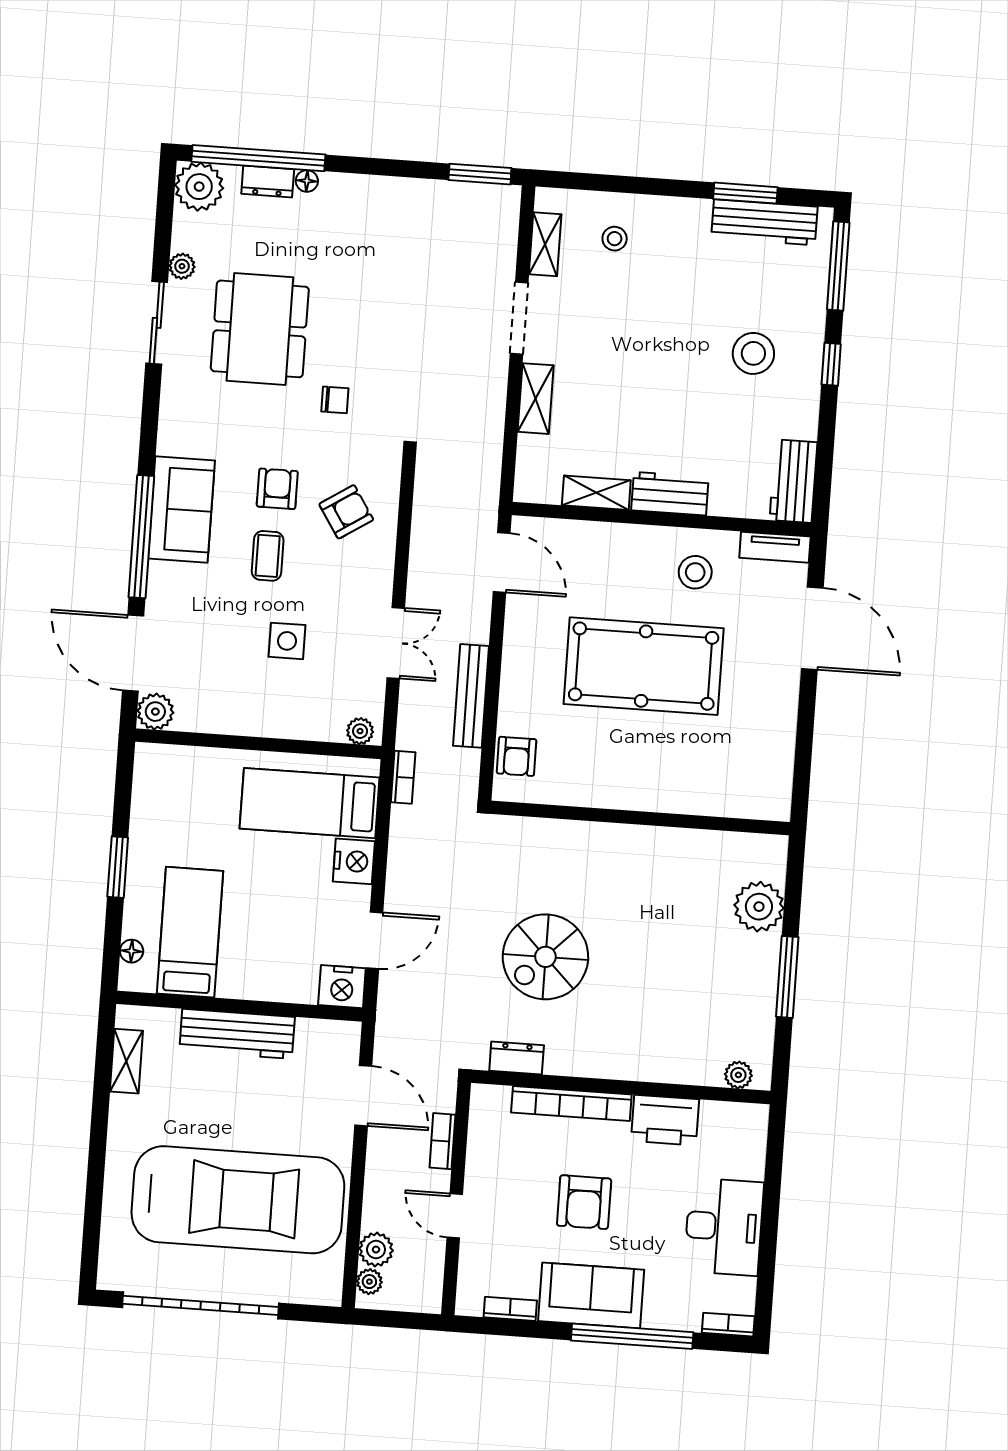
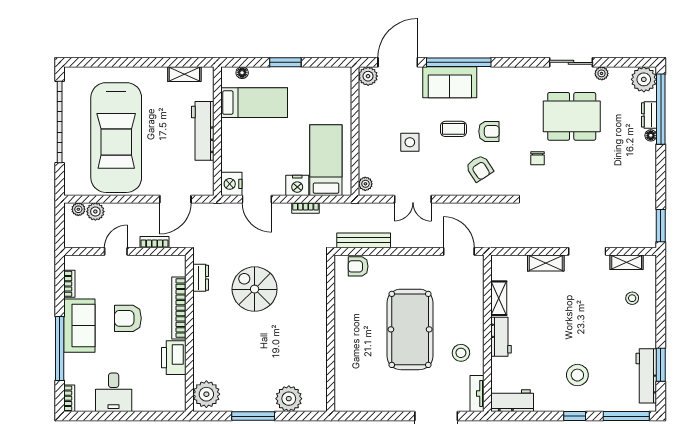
sofa: (181, 510) -> (450, 82), moved
door: (502, 562) -> (459, 251), swing flipped
bench: (471, 696) -> (364, 240), moved
bookcase: (403, 777) -> (306, 208), moved
plant: (738, 1075) -> (206, 394), width x1.87, depth x1.87
desk: (724, 1227) -> (114, 392), width x0.73

